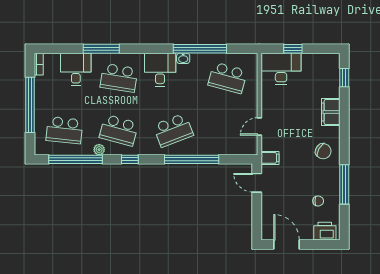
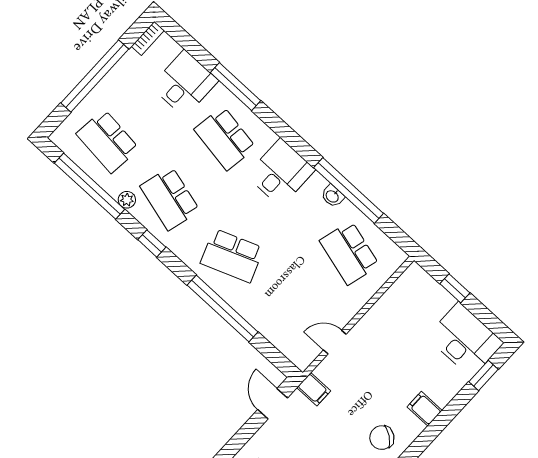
washbasin: (183, 58) -> (332, 196), moved
desk: (281, 69) -> (465, 340), moved
filing cabinet: (331, 112) -> (425, 409), width x0.50
chair: (323, 151) -> (382, 438), turned 96

